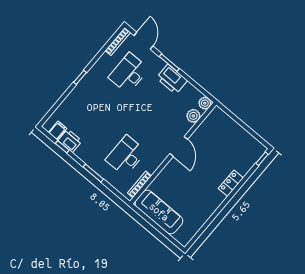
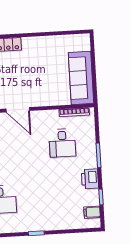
printer: (70, 141) -> (90, 179), moved
door: (179, 146) -> (18, 110), swing flipped
desk: (126, 156) -> (62, 143), width x0.73

